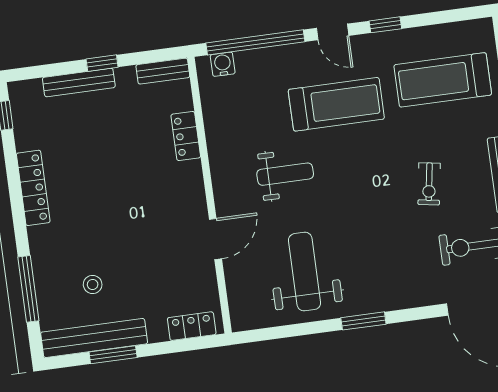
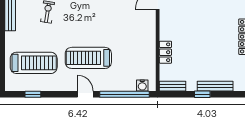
window: (385, 25) -> (33, 94), moved
weight bench: (285, 174) -> (119, 27), removed

